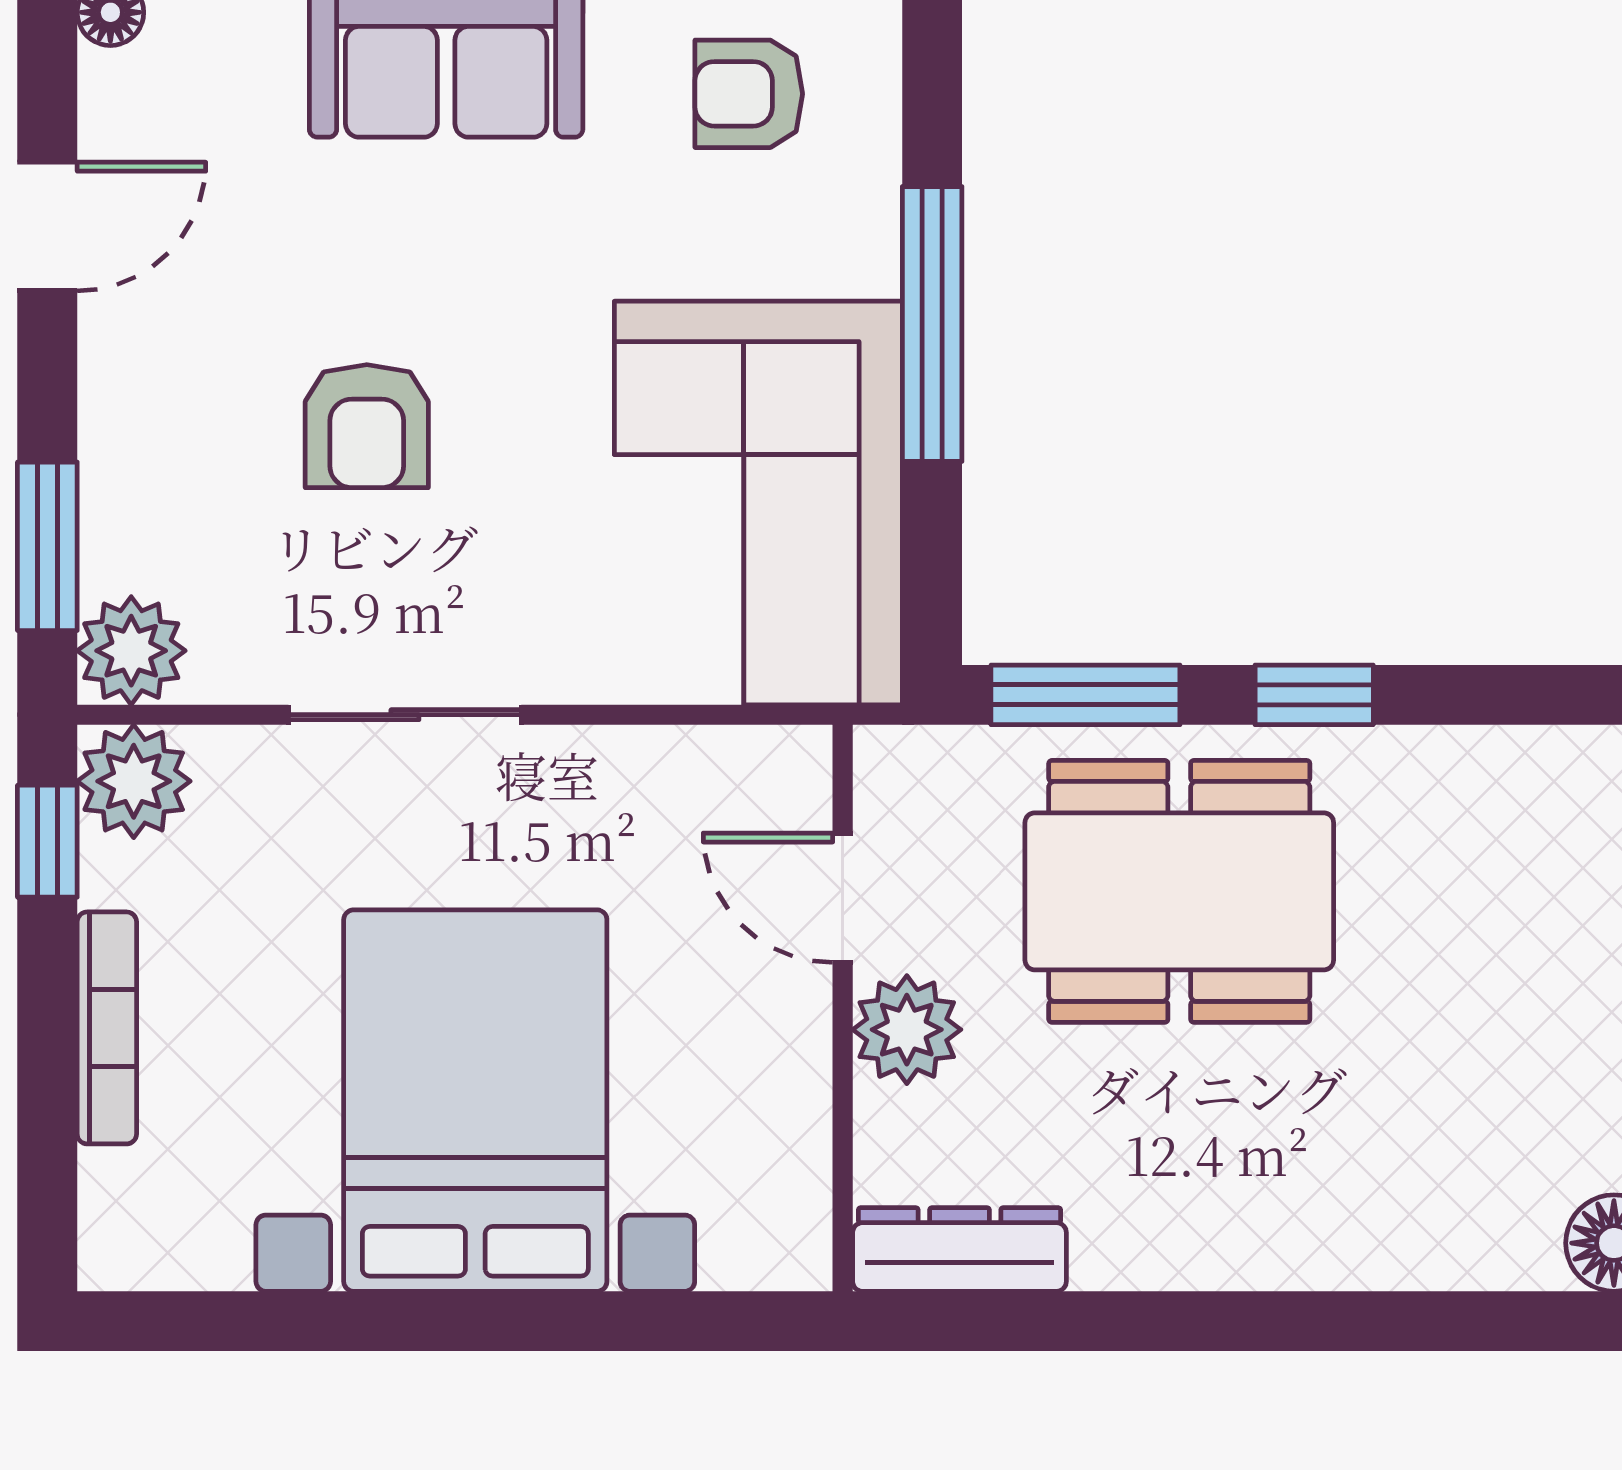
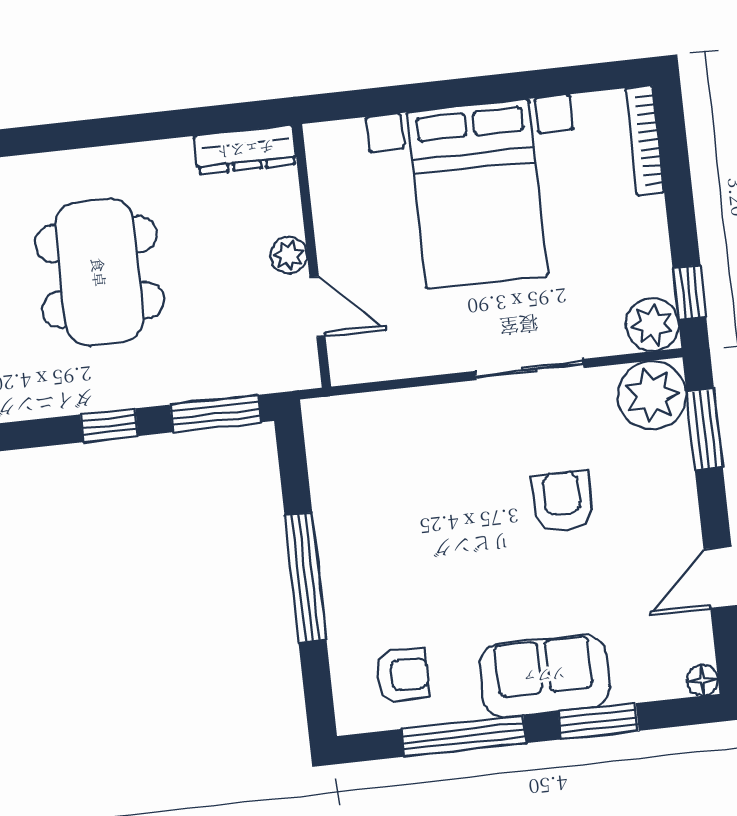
corner sofa: (758, 503) -> (377, 486), removed
plant: (131, 651) -> (652, 395), width x1.36, depth x1.36
dining table: (1179, 891) -> (99, 272), moved, turned 90
bookcase: (107, 1028) -> (645, 141), moved
plant: (907, 1030) -> (289, 255), width x0.73, depth x0.73

